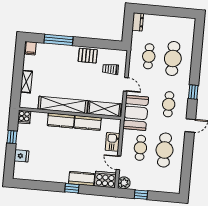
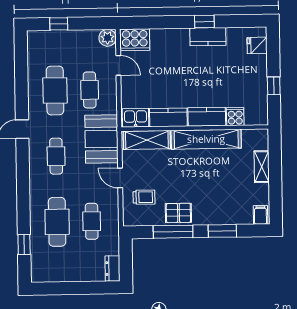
window: (59, 40) -> (222, 231), width x0.69
window: (93, 43) -> (173, 232), added
window: (193, 92) -> (24, 244), moved
cooker: (24, 117) -> (235, 117), moved
kitchen sink: (113, 142) -> (135, 118), moved, turned -90
fridge: (21, 156) -> (257, 45), moved
kitchen counter: (82, 179) -> (208, 37), moved
window: (72, 188) -> (204, 22), moved
window: (141, 195) -> (59, 24), moved

